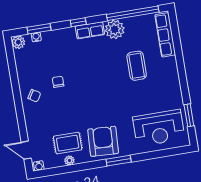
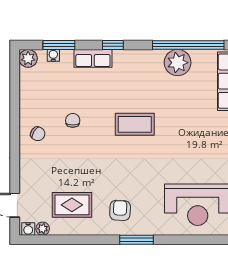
plant: (115, 29) -> (178, 63), moved
row of seats: (90, 30) -> (93, 58), moved
coffee table: (137, 66) -> (135, 124), moved, turned 90
armchair: (103, 141) -> (120, 210), width x0.53, depth x0.53
plant: (69, 160) -> (43, 229), moved

